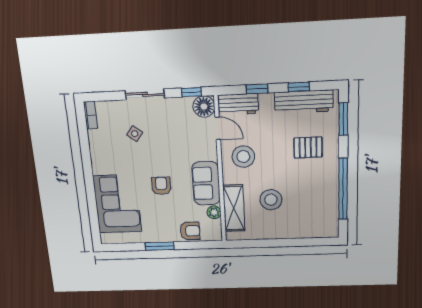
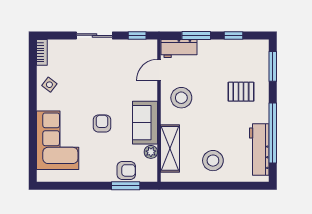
window: (257, 89) -> (196, 35), width x1.50
workbench: (304, 102) -> (259, 150), moved, turned 90
floor lamp: (204, 107) -> (148, 49), removed
door: (218, 128) -> (159, 70), swing flipped
side table: (135, 134) -> (49, 85), moved
stool: (271, 200) -> (213, 161), moved
window: (160, 246) -> (126, 186), moved

